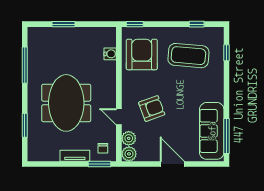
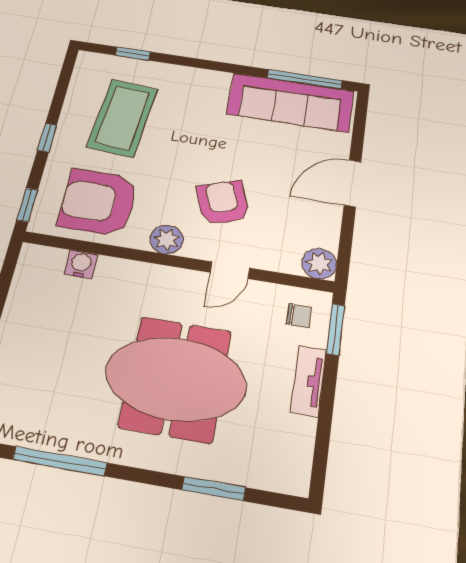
window: (197, 24) -> (47, 138), moved
plant: (129, 138) -> (167, 240), moved

